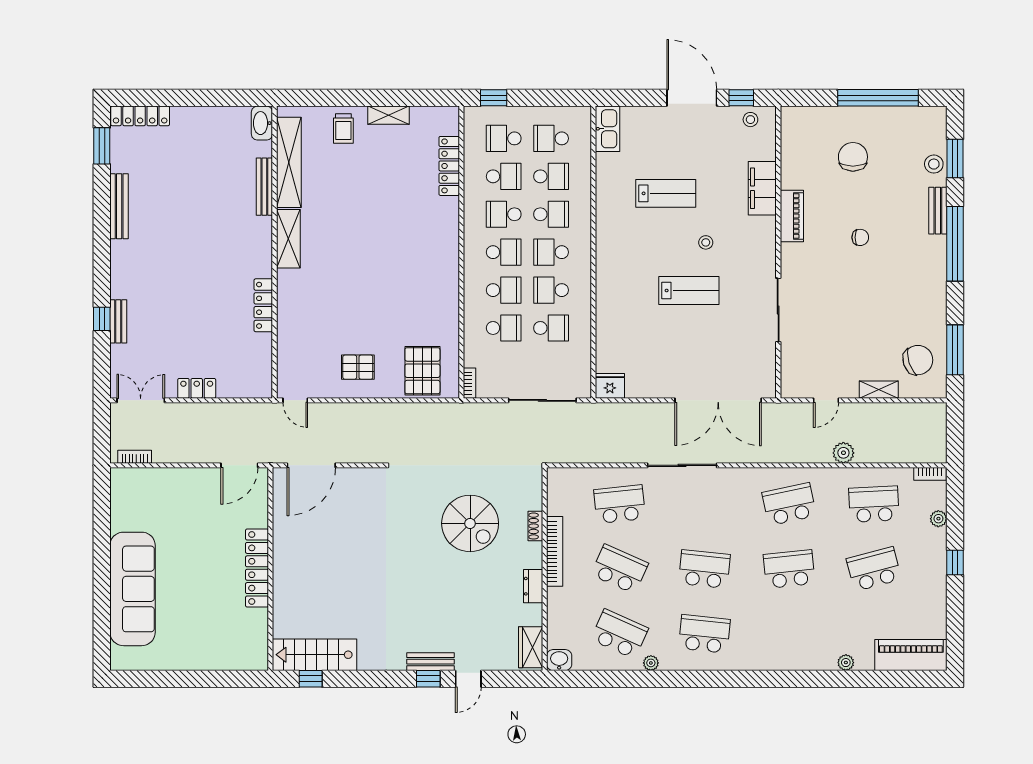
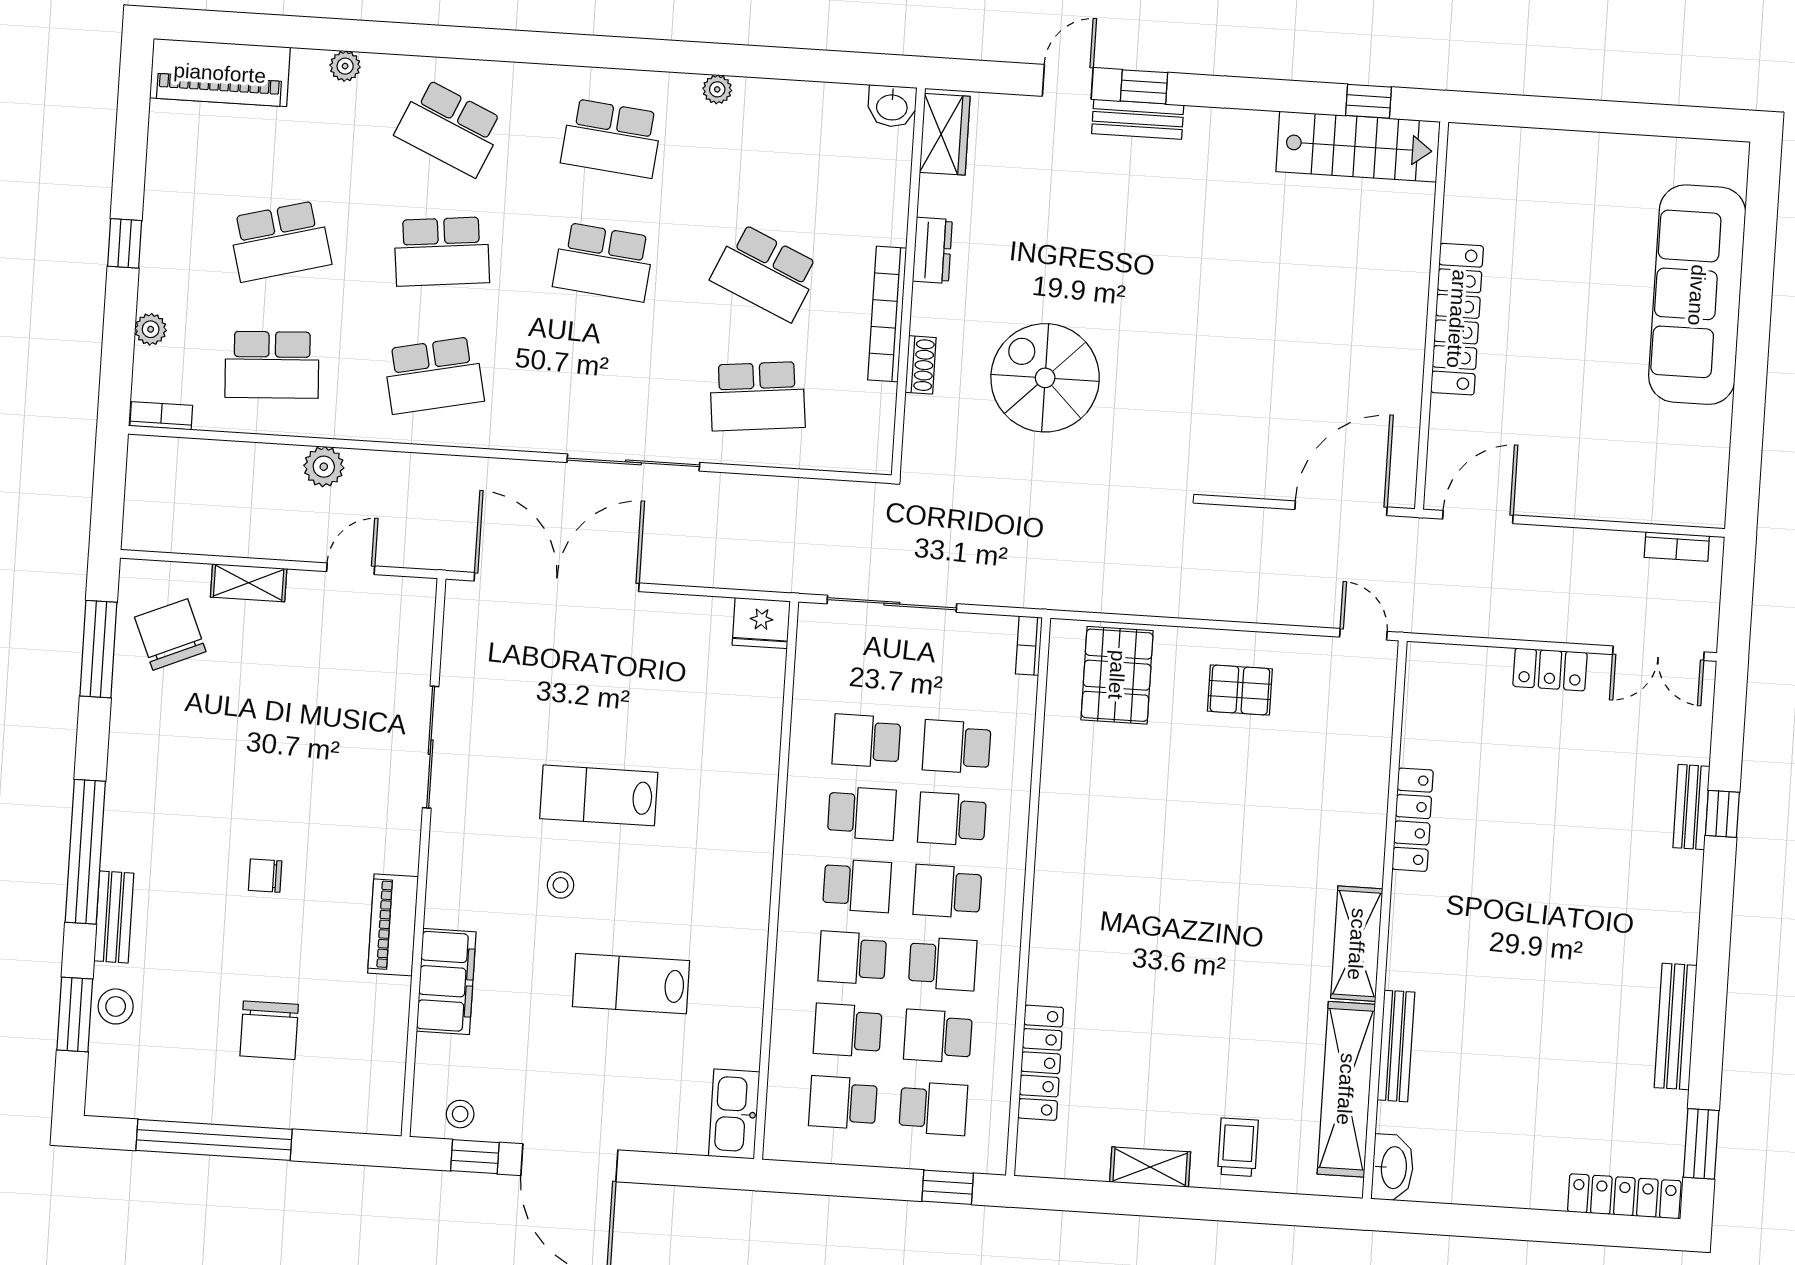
school desk: (551, 138) -> (843, 1103), turned 180
chair: (918, 360) -> (170, 634), turned 85
school desk: (620, 634) -> (450, 128), moved

